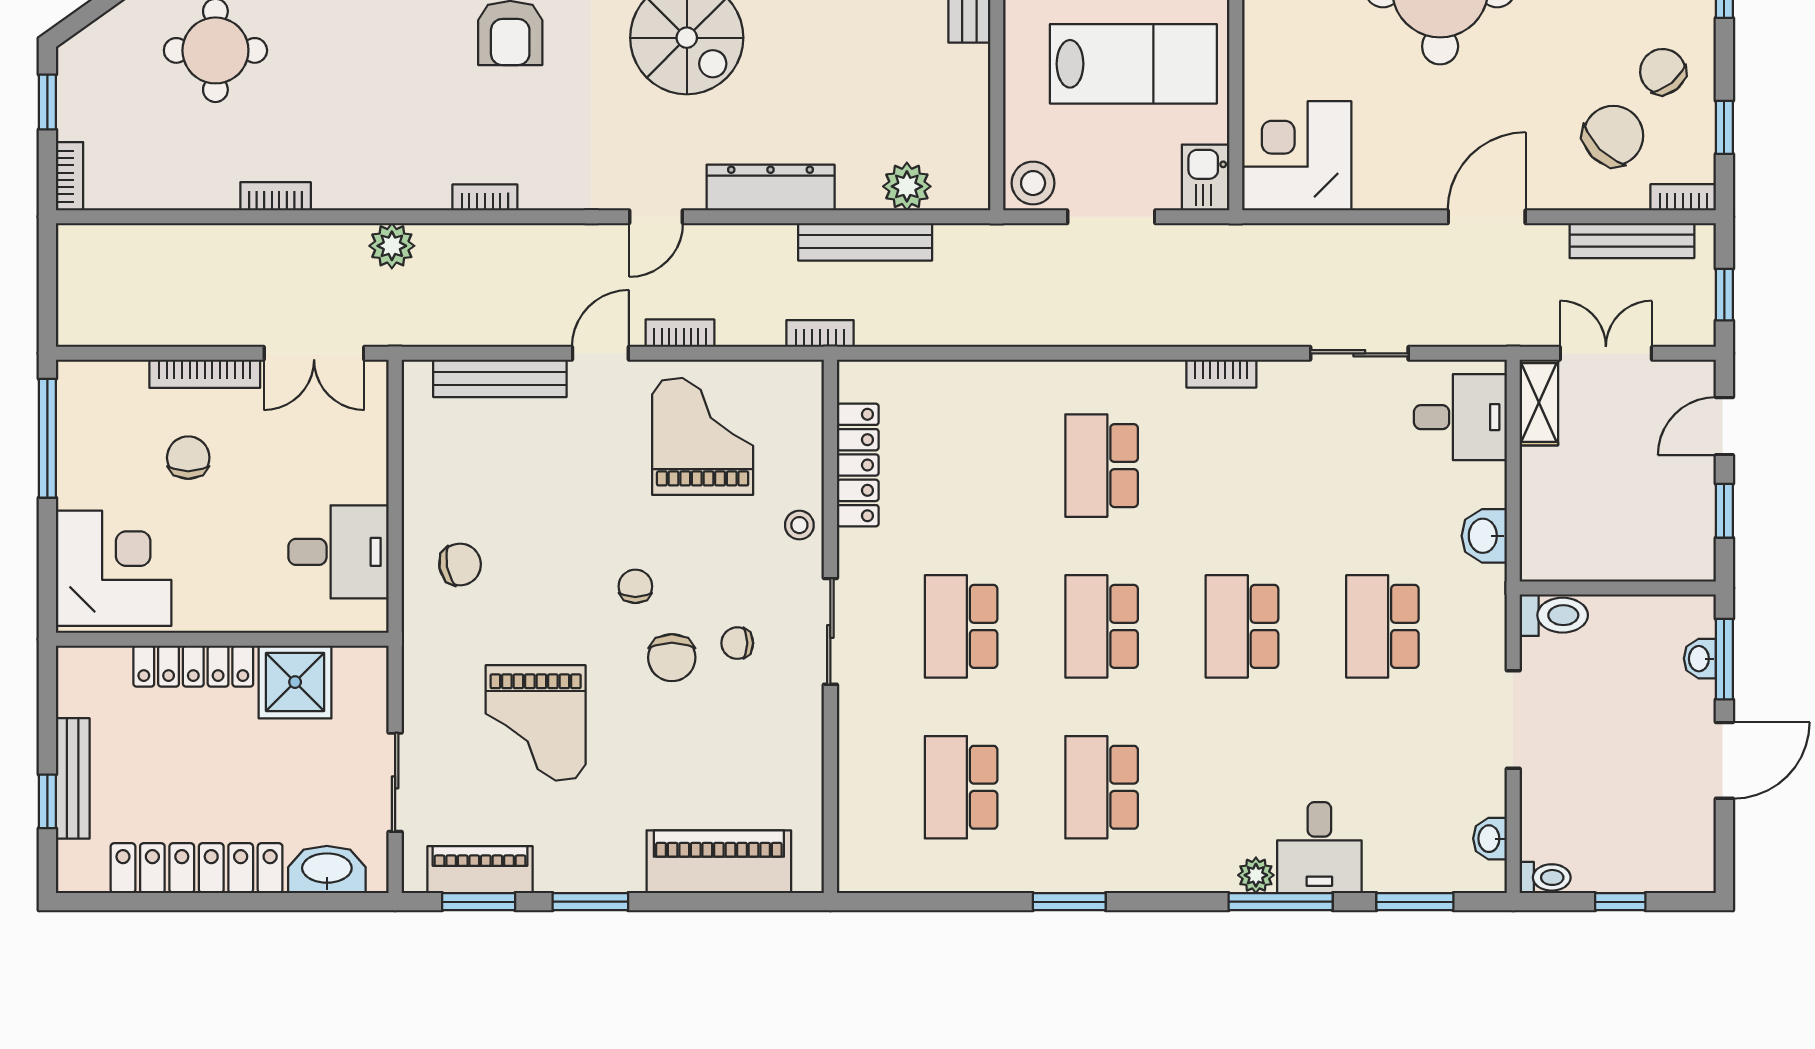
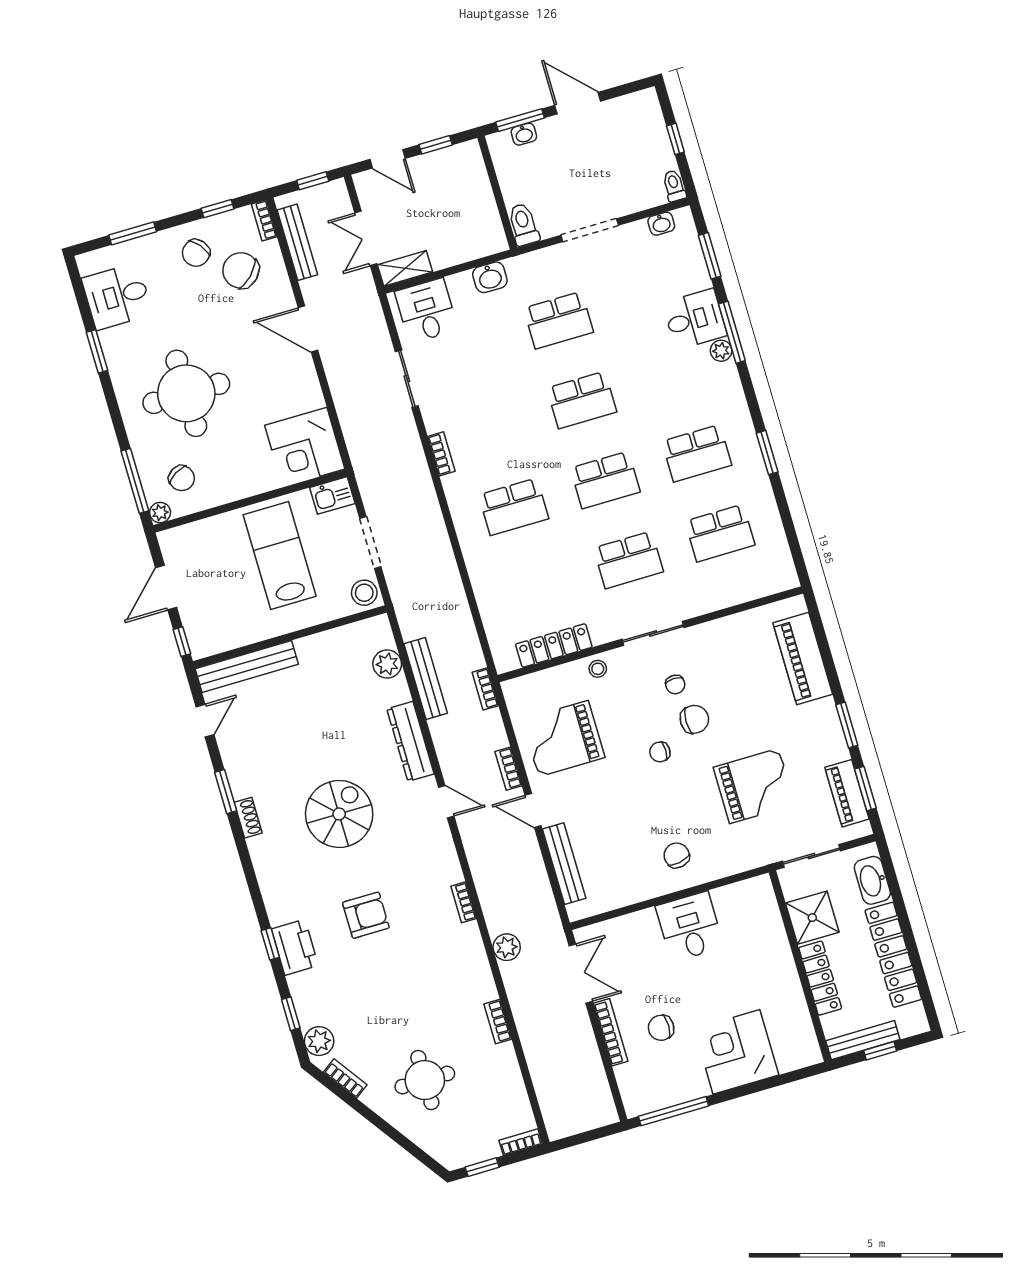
wall: (222, 639) -> (800, 966), moved
locker: (193, 666) -> (820, 978), moved
shower: (295, 682) -> (812, 918), moved

